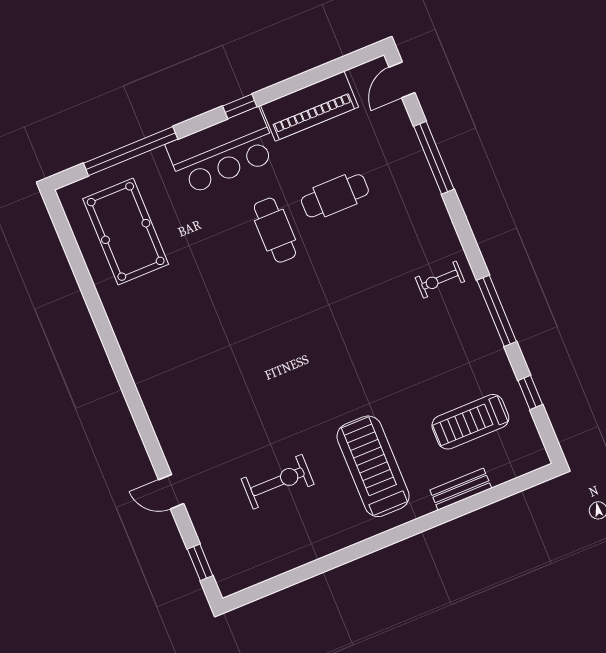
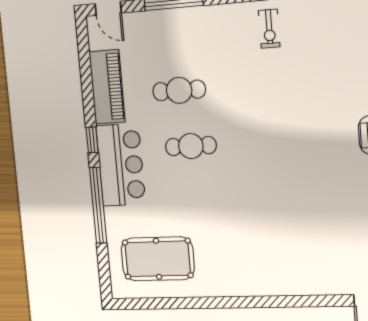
window: (131, 151) -> (98, 205), moved
cafe table: (335, 196) -> (179, 90), turned 90

